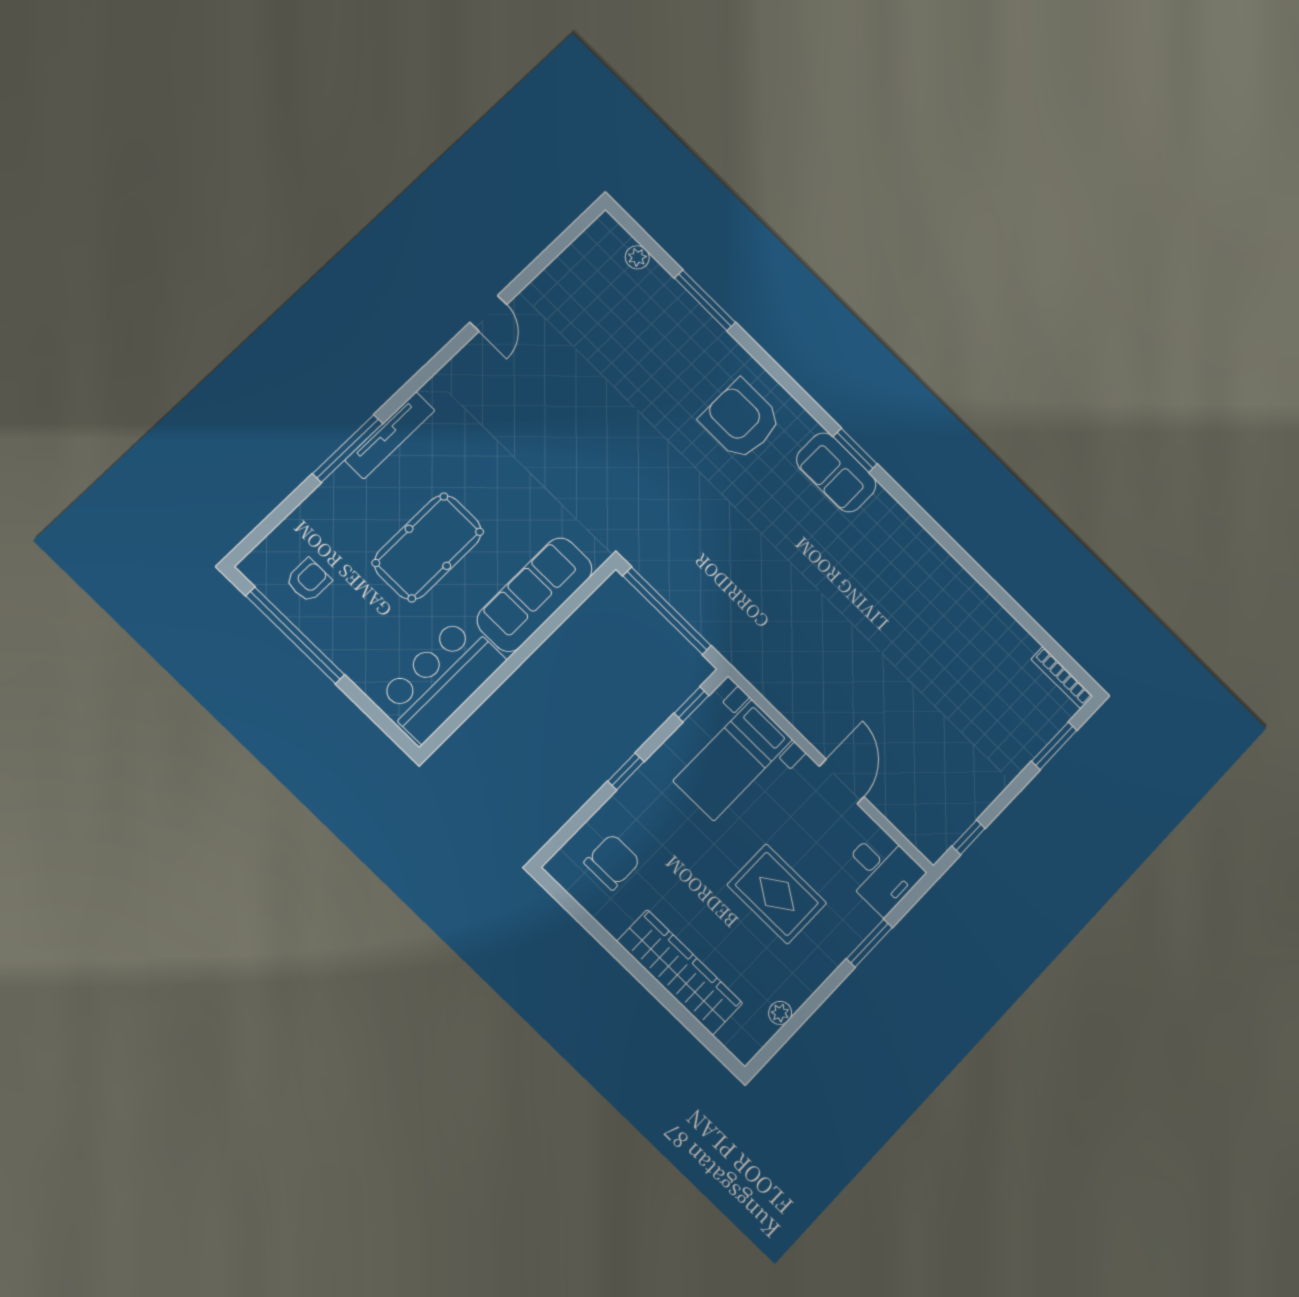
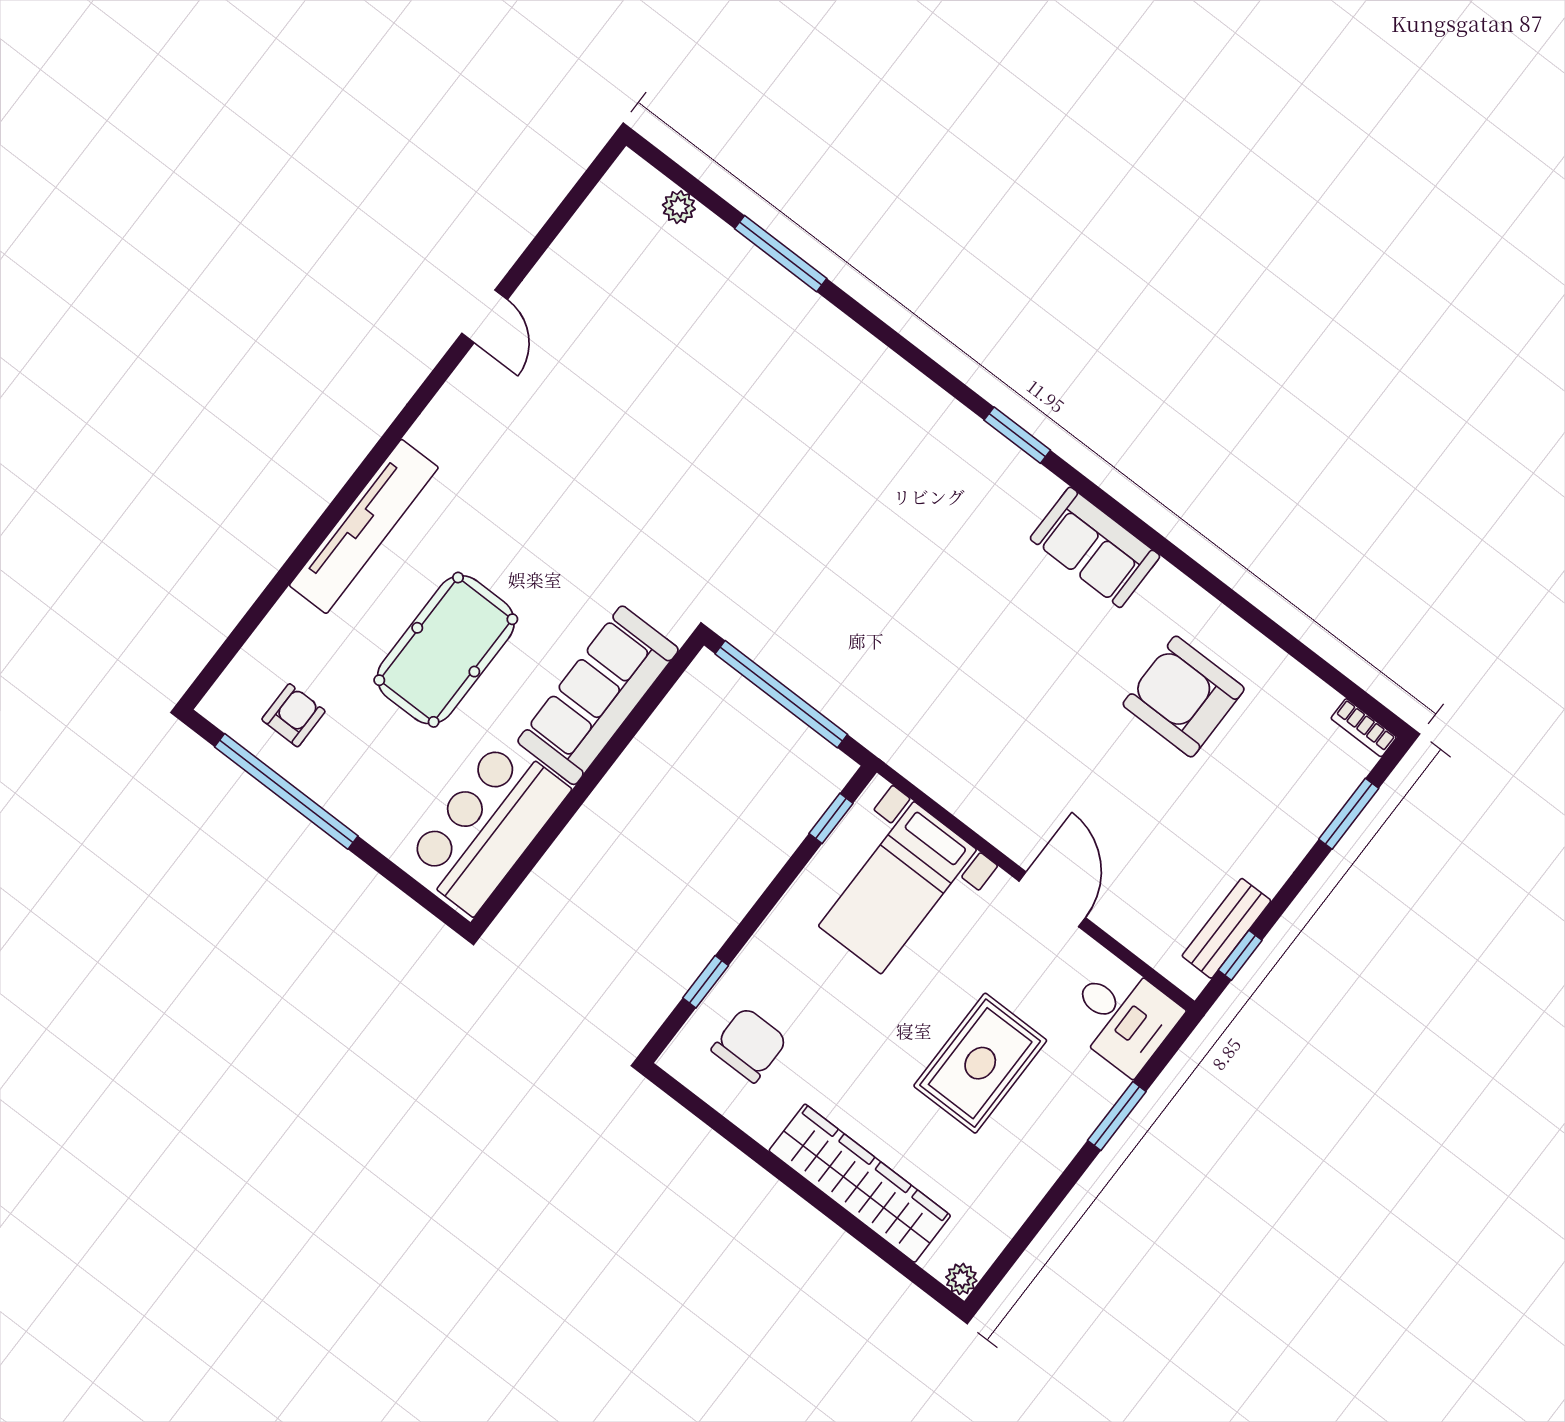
armchair: (741, 420) -> (1184, 697), moved
tv unit: (390, 435) -> (364, 526), width x1.36, depth x1.29
window: (348, 449) -> (321, 530), removed
sofa: (836, 472) -> (1095, 547), moved
bookcase: (1062, 678) -> (1364, 728), width x0.64
window: (626, 771) -> (706, 982), moved
bench: (961, 817) -> (1226, 928), added
rug: (777, 894) -> (980, 1063), turned 90
plant: (780, 1013) -> (961, 1279), moved

